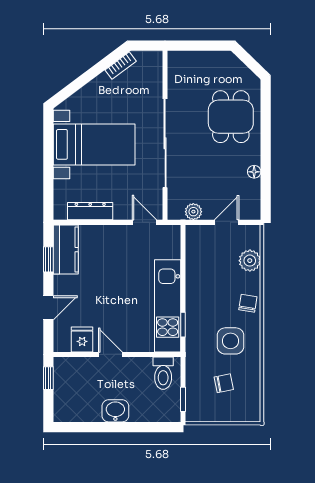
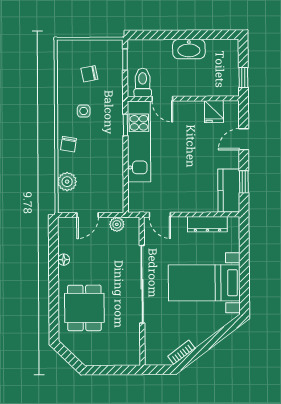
side table: (231, 341) -> (84, 111), width x0.54, depth x0.54
door: (110, 354) -> (162, 99), moved
washbasin: (115, 411) -> (189, 49), width x1.38

